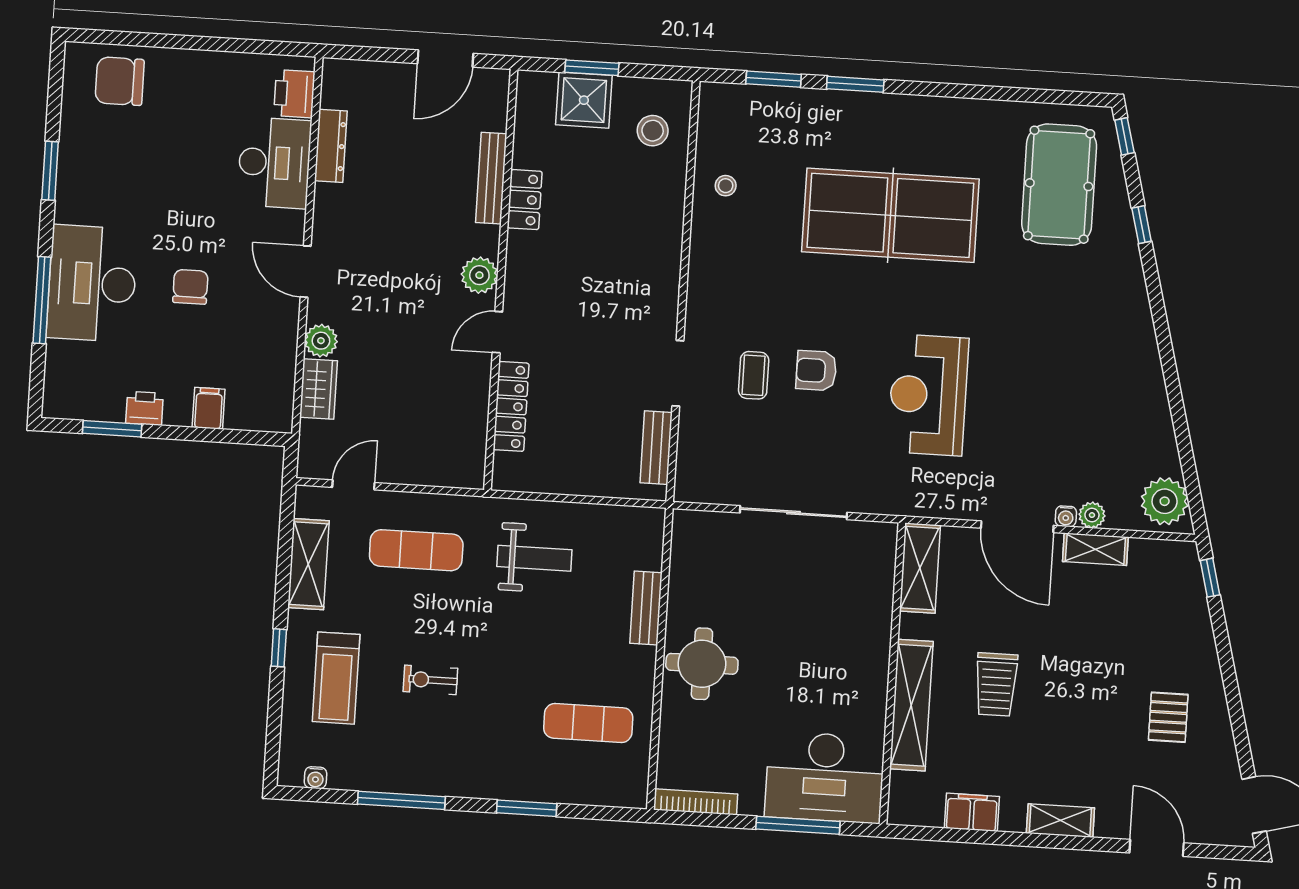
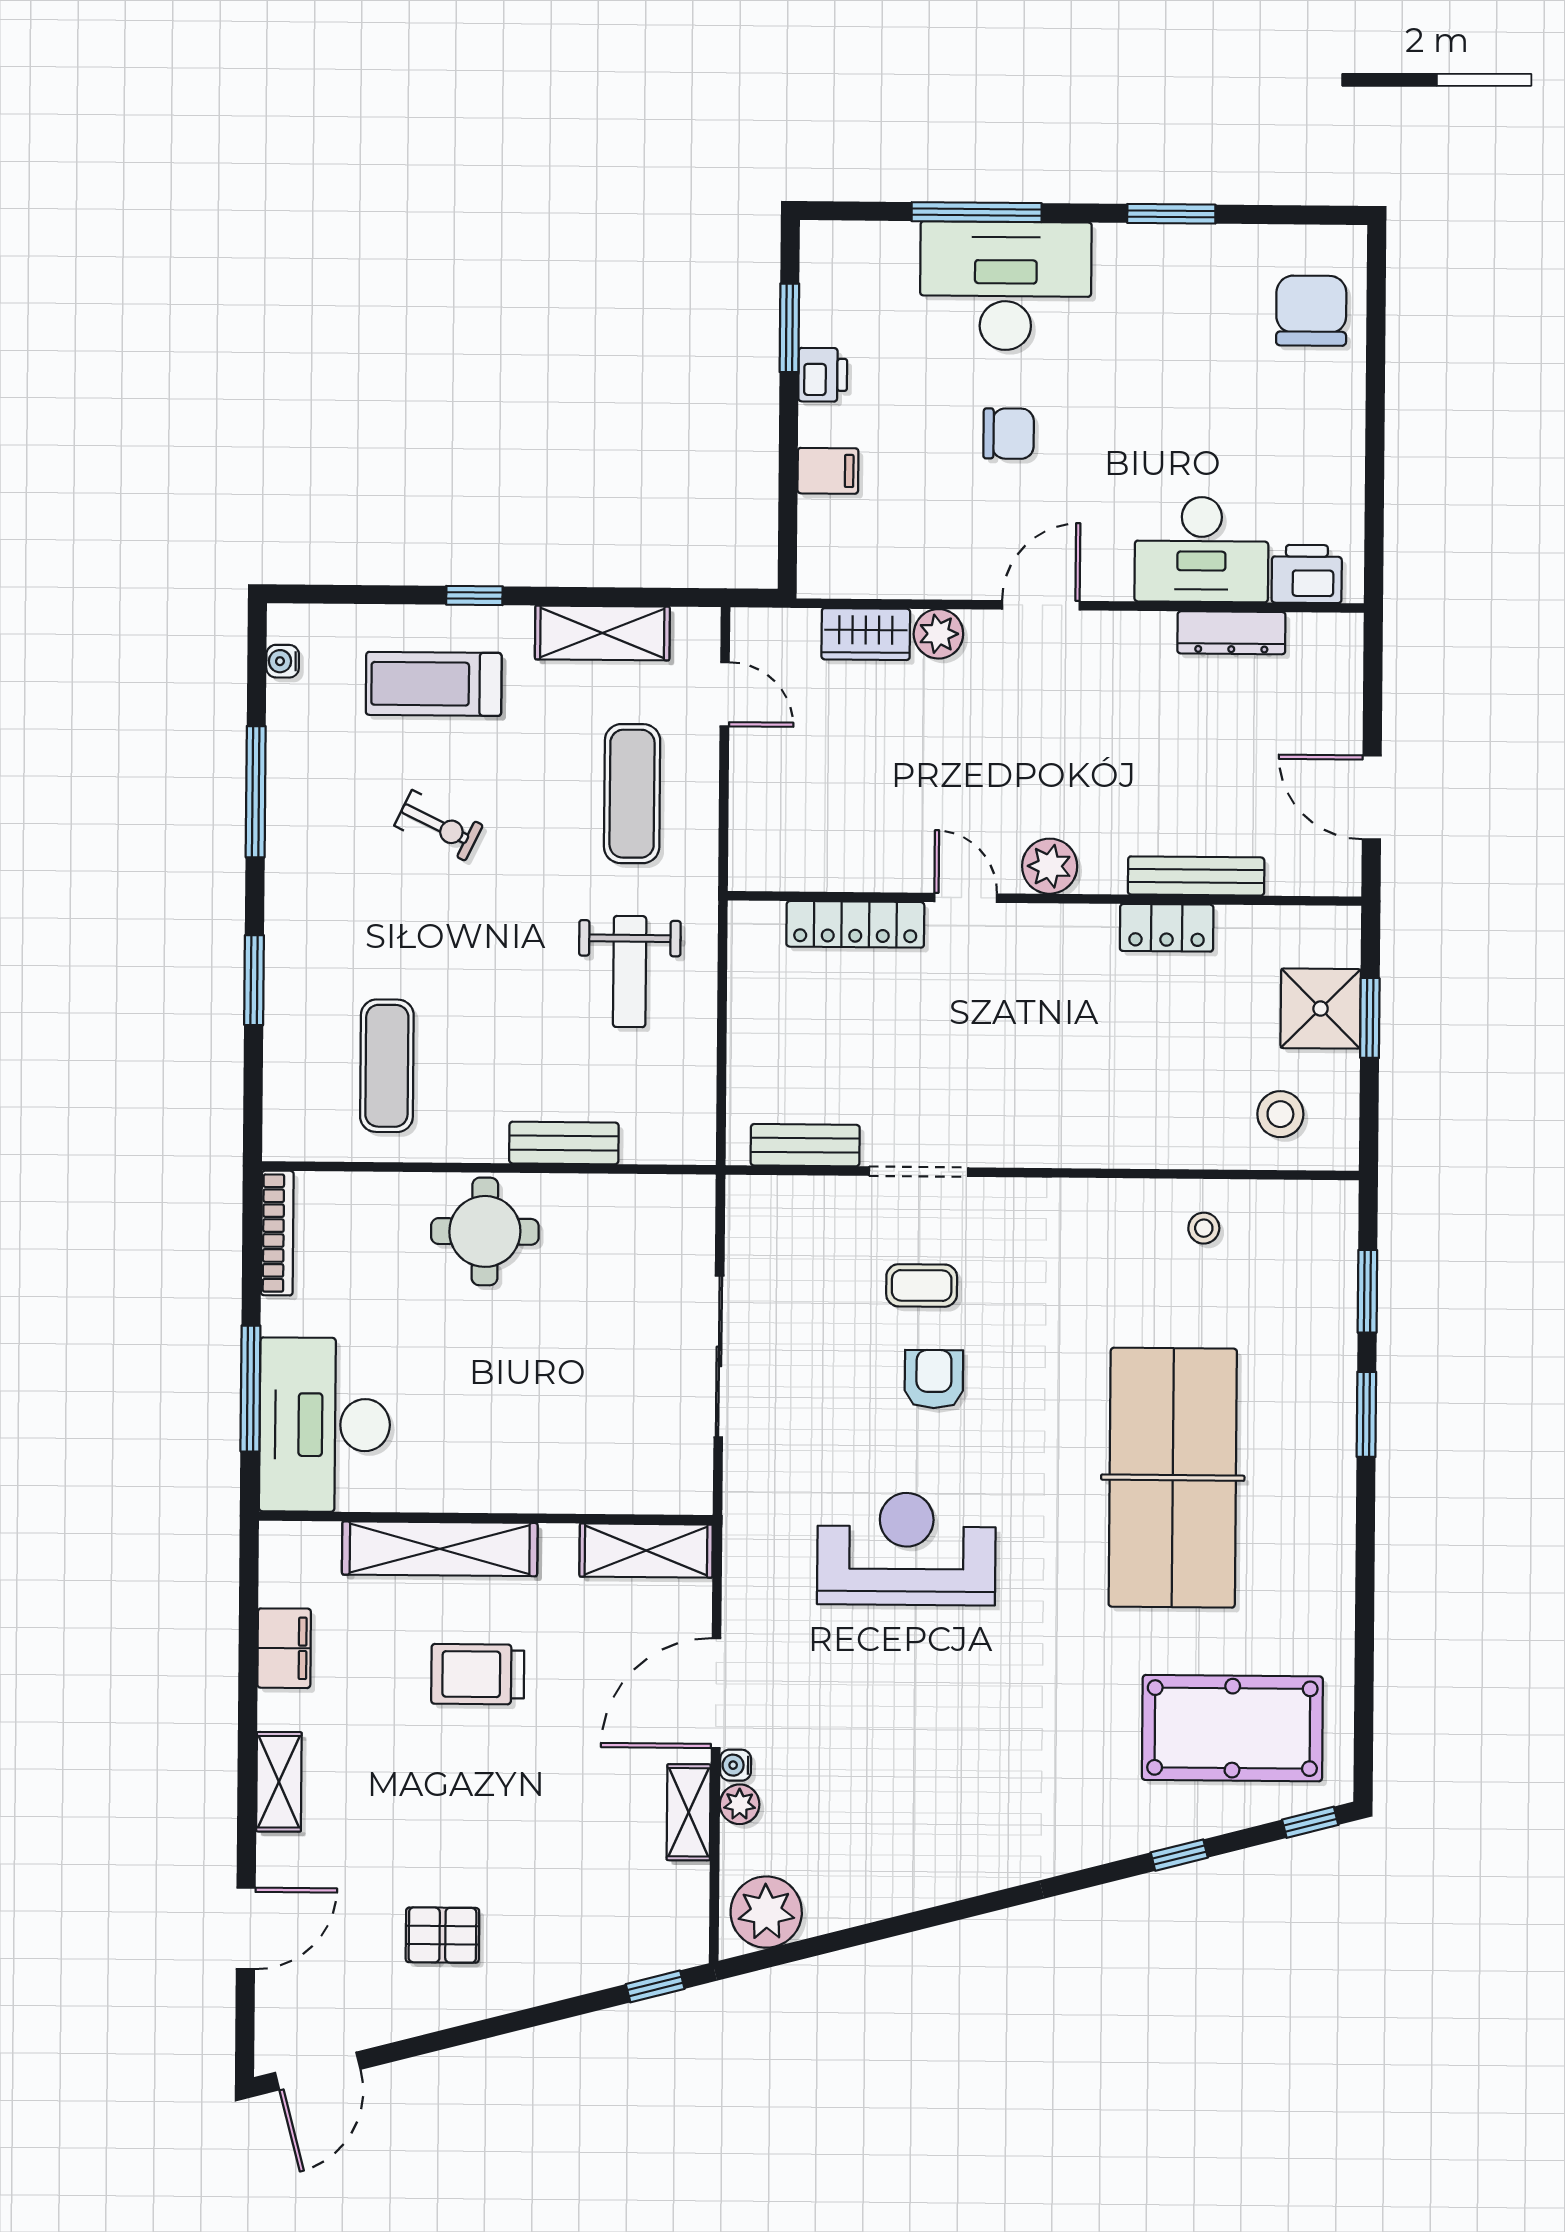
exercise bike: (430, 680) -> (439, 825), turned 116

